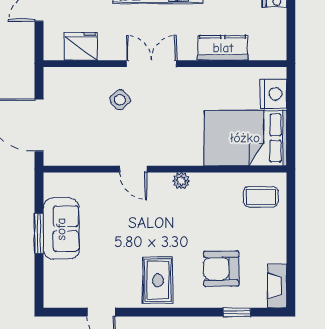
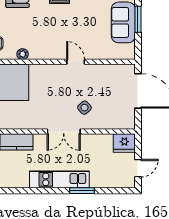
fridge: (81, 46) -> (124, 143), moved
plant: (181, 181) -> (23, 54), moved

